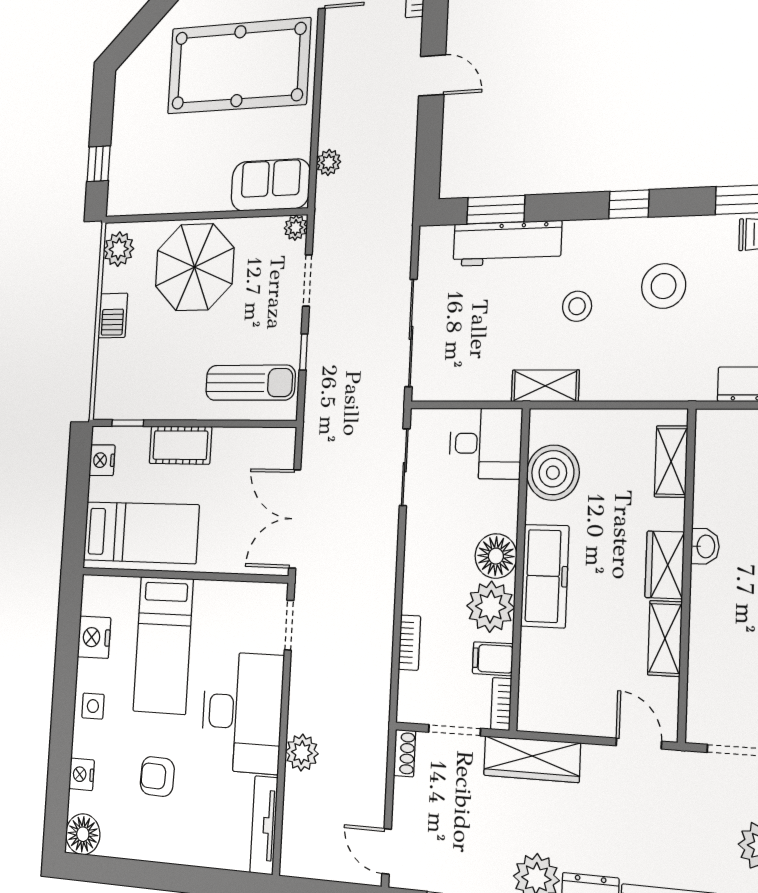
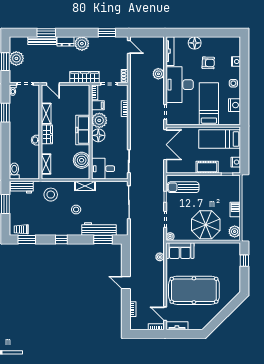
stool: (664, 286) -> (51, 195), moved
floor lamp: (83, 834) -> (195, 43), moved

